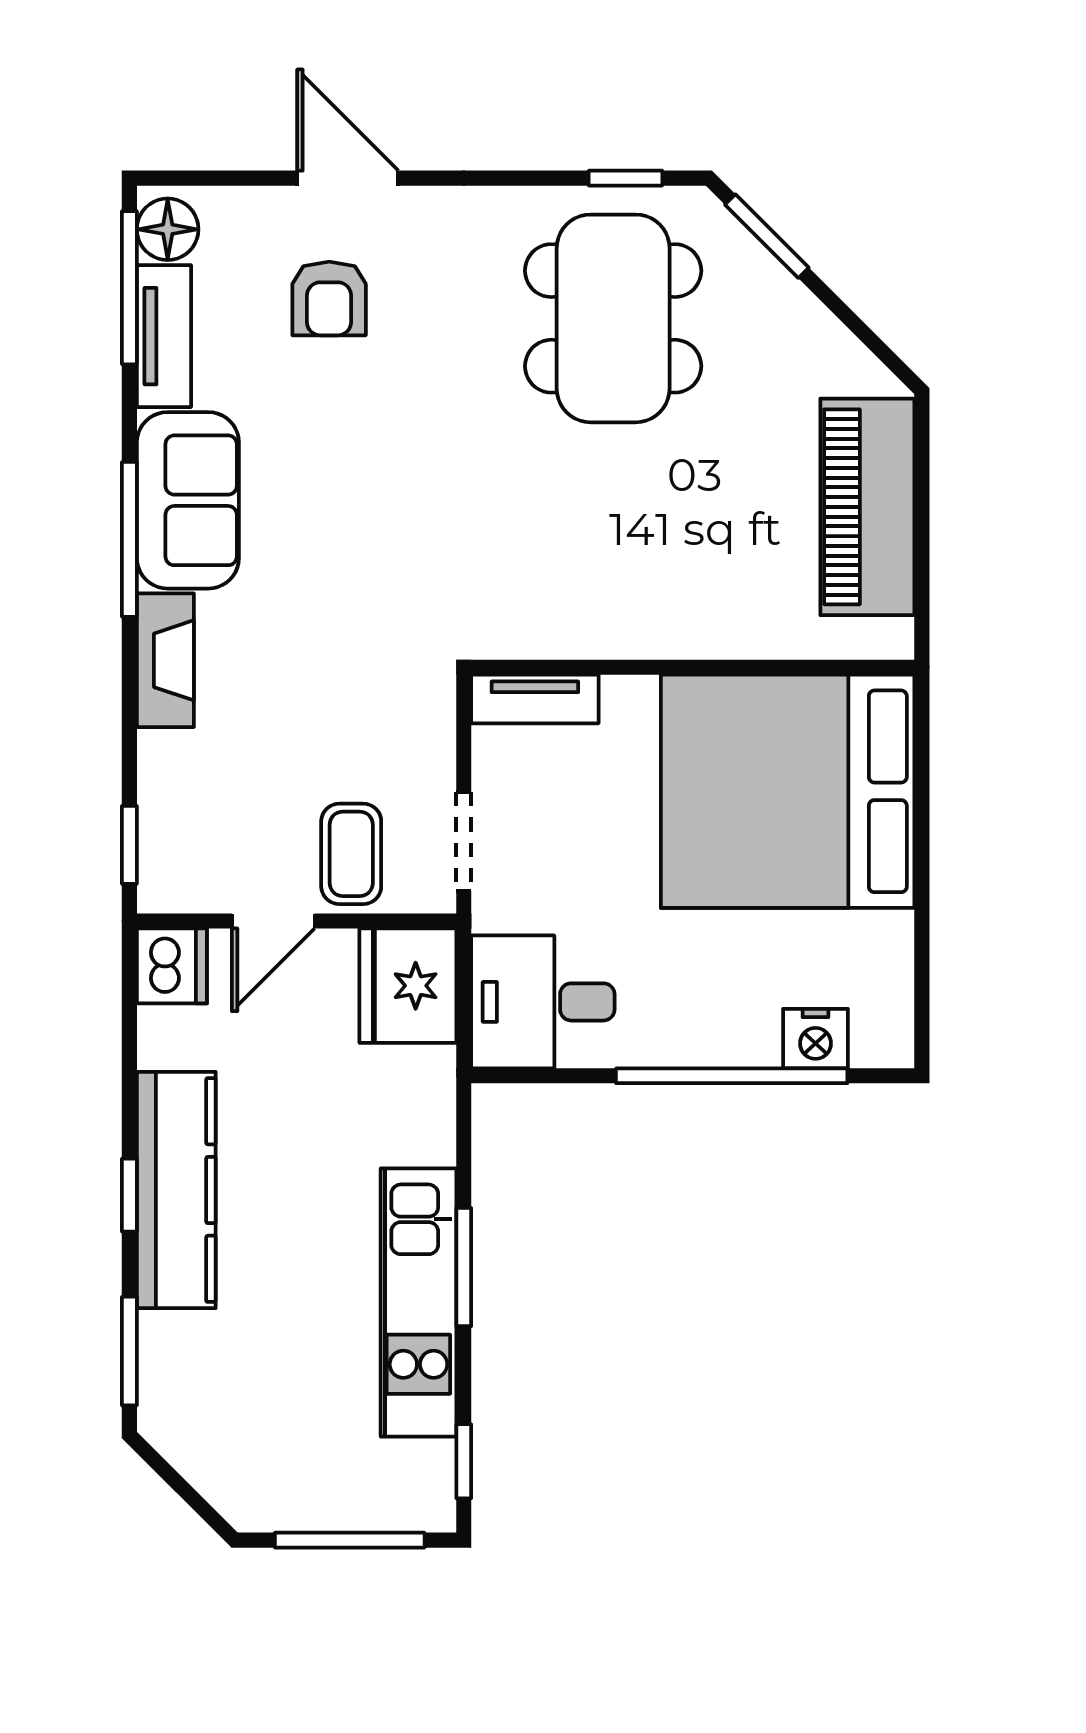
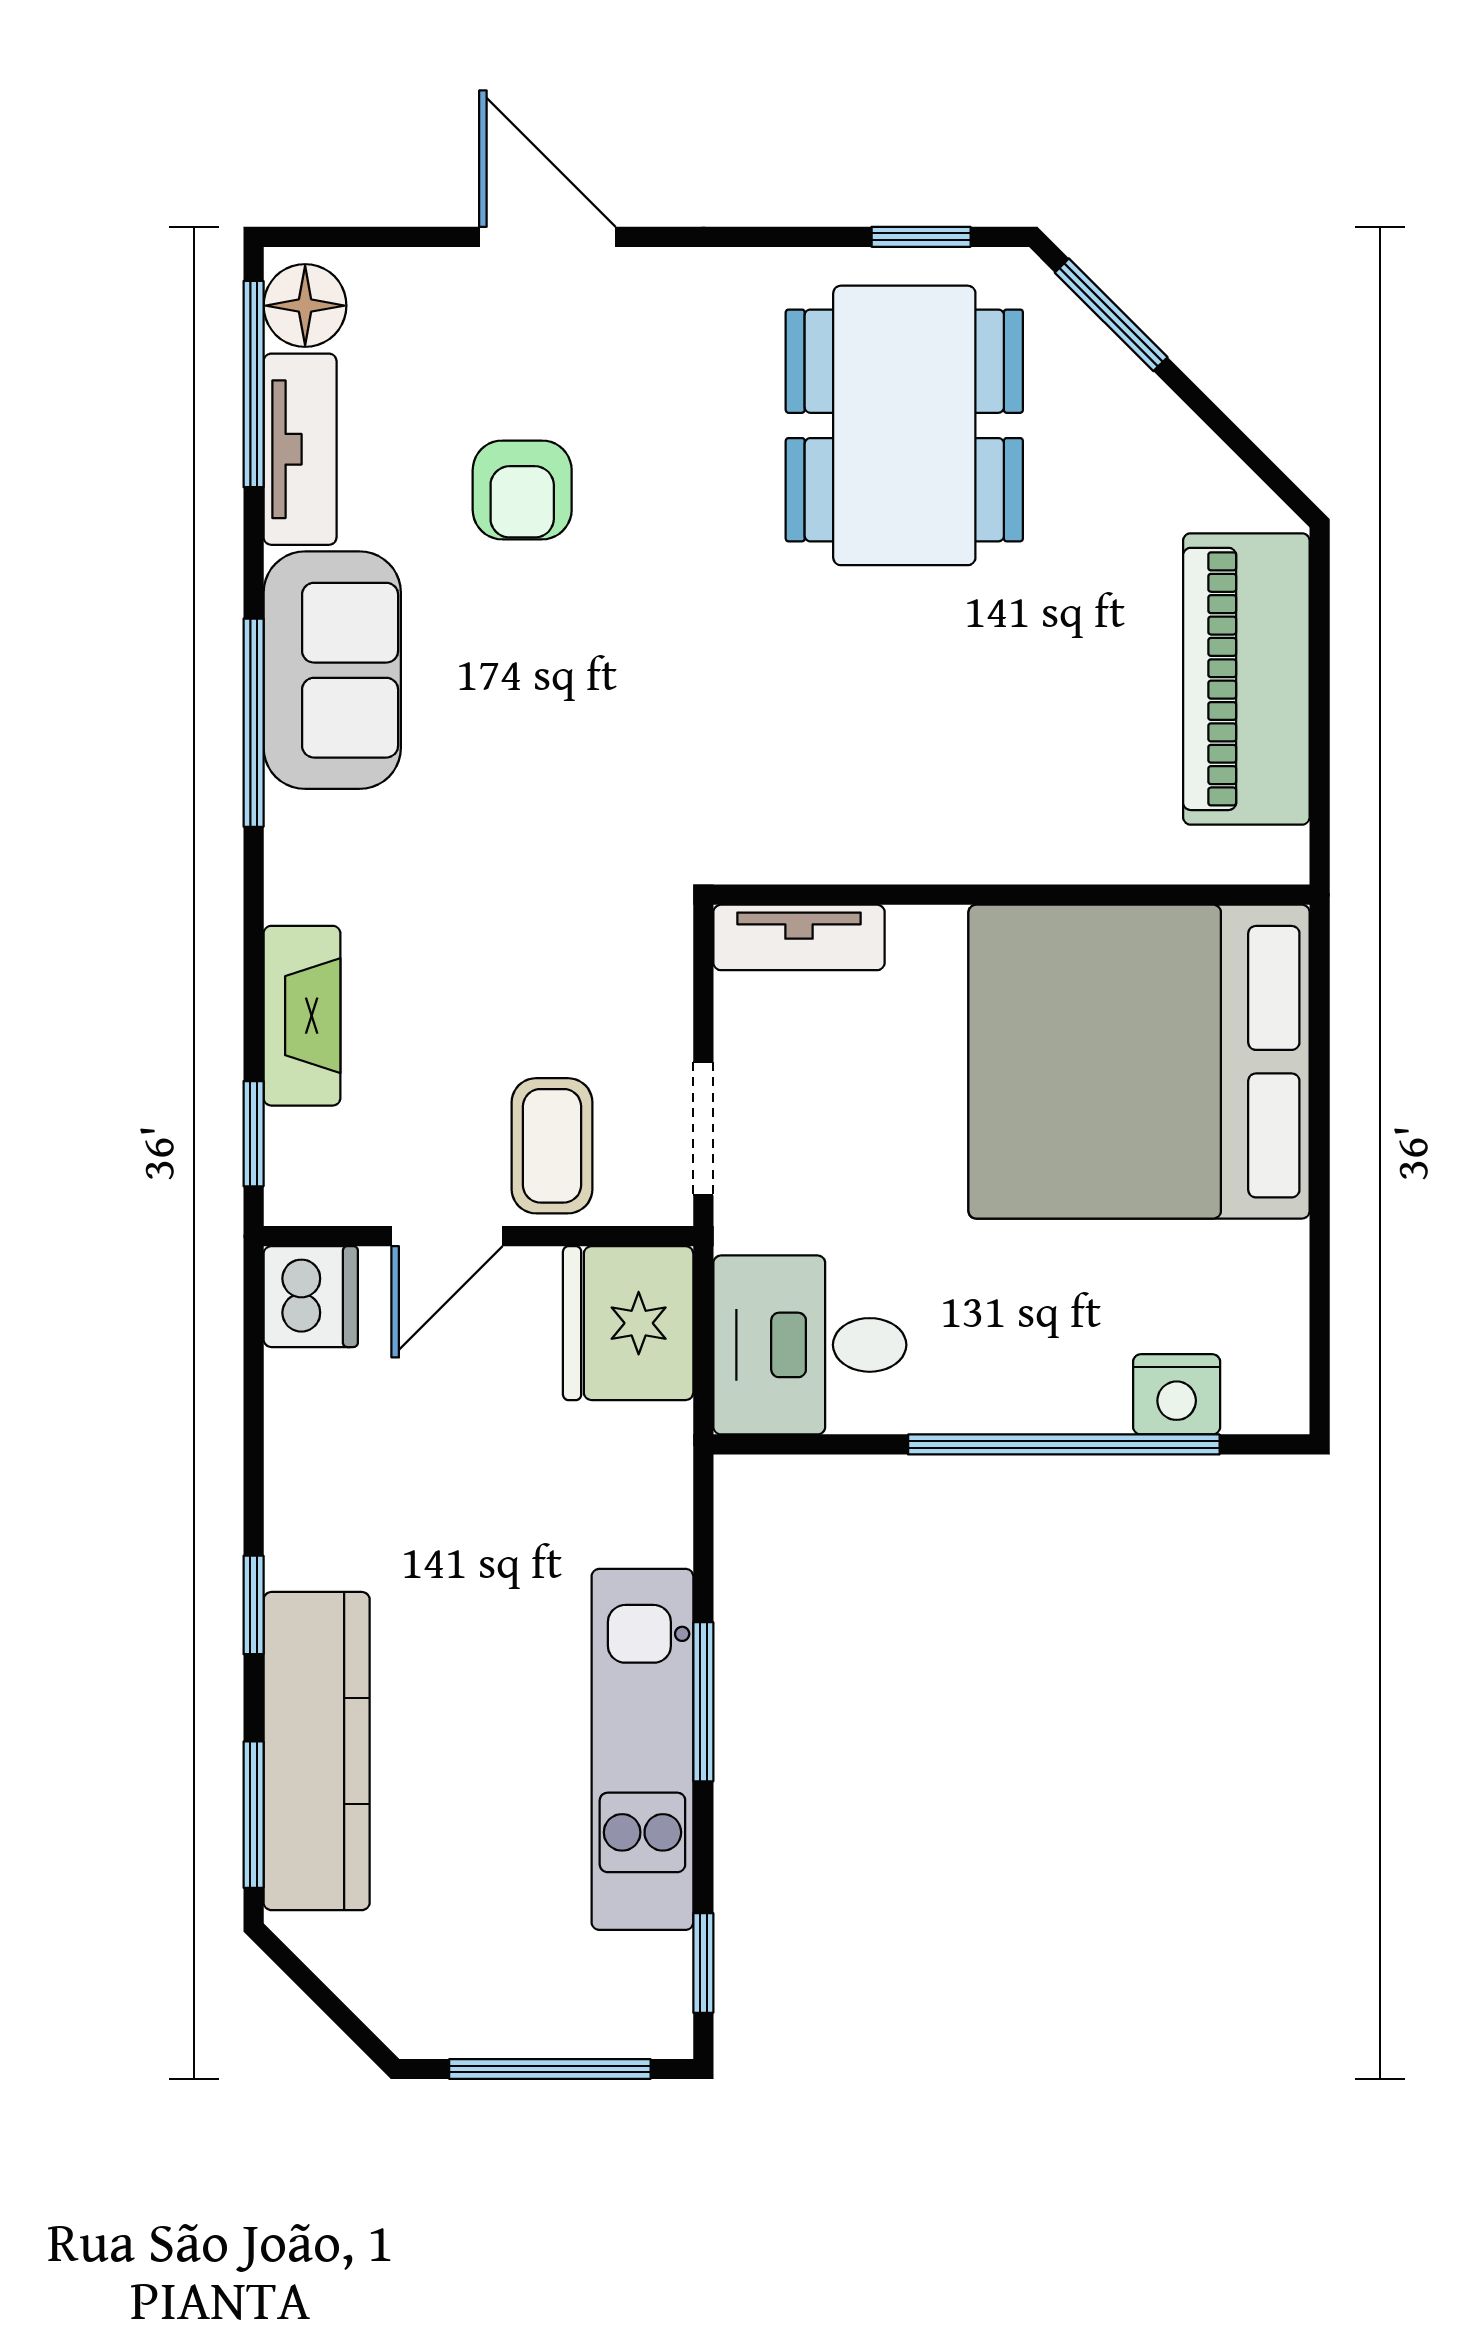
armchair: (329, 298) -> (522, 490), moved
fireplace: (165, 660) -> (302, 1016), moved
kitchen counter: (176, 1190) -> (317, 1751), moved

